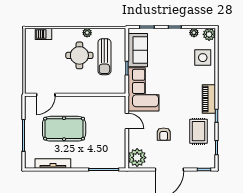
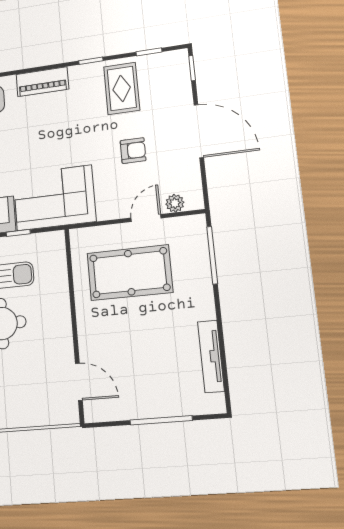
piano: (209, 99) -> (42, 82), moved
door: (127, 121) -> (146, 218), moved
pool table: (64, 129) -> (130, 273), moved, turned 90
rug: (198, 131) -> (122, 88), turned 90
plant: (137, 158) -> (175, 203), width x0.53, depth x0.53

